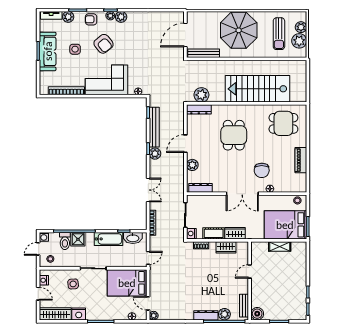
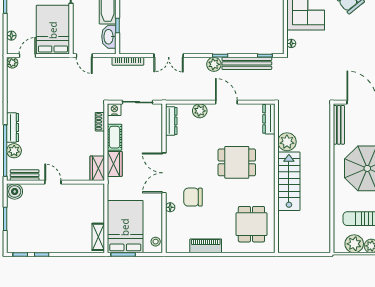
stairs: (258, 89) -> (289, 181), width x0.73, depth x0.66
plant: (201, 95) -> (287, 142), moved
wardrobe: (226, 247) -> (97, 168), moved
shelving: (280, 247) -> (98, 237), moved
door: (250, 271) -> (53, 182), moved

